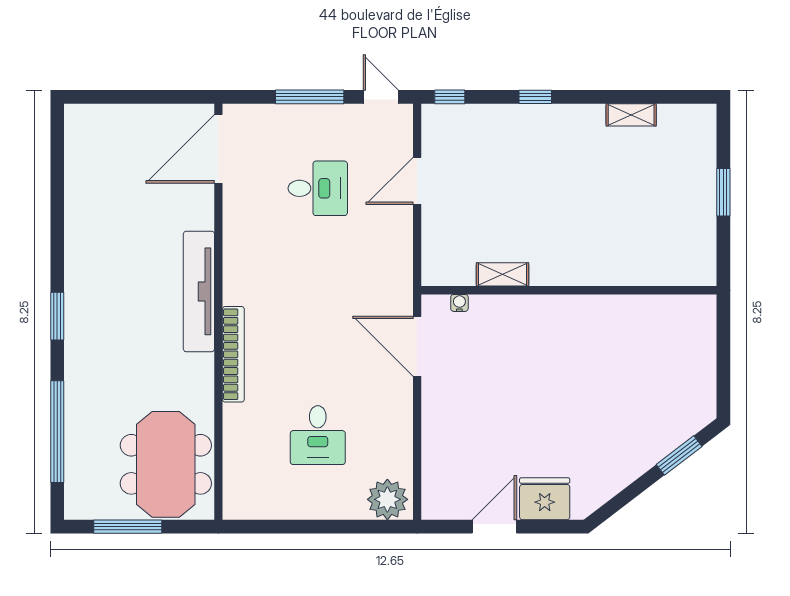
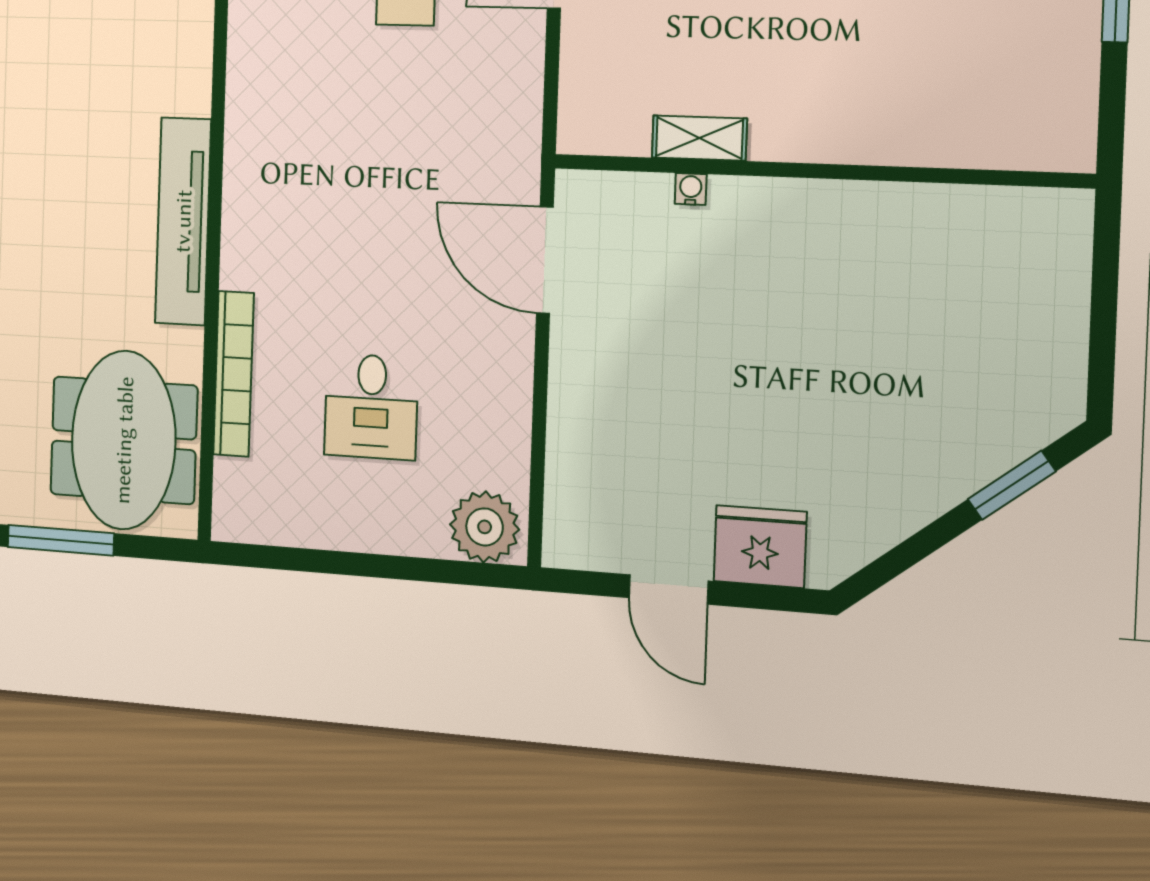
tv unit: (199, 291) -> (183, 221), moved
water cooler: (459, 303) -> (691, 189), moved
bookcase: (233, 354) -> (234, 374), moved
door: (494, 527) -> (668, 589), swing flipped

